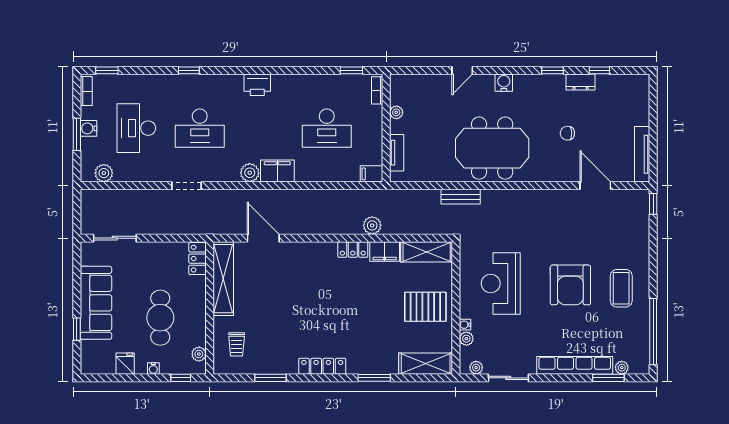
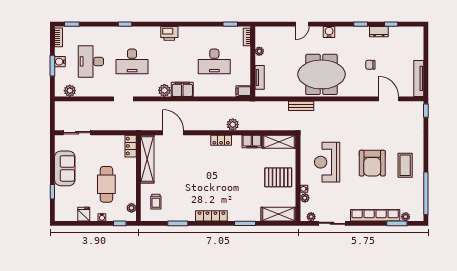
plant: (372, 225) -> (233, 125), moved
locker: (353, 249) -> (221, 140), moved
sofa: (96, 303) -> (65, 168), width x0.73

